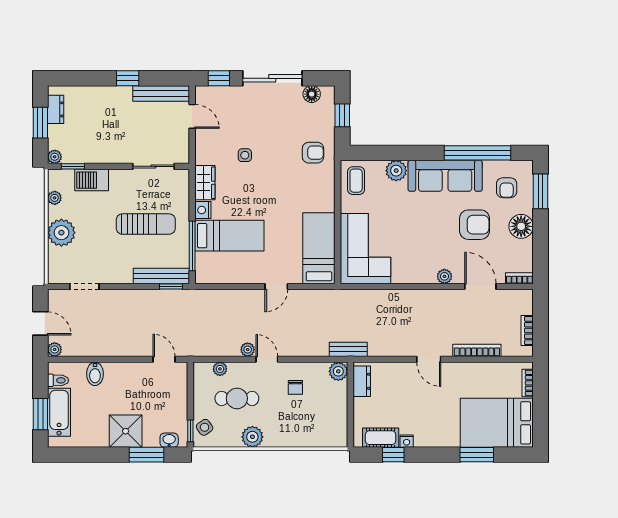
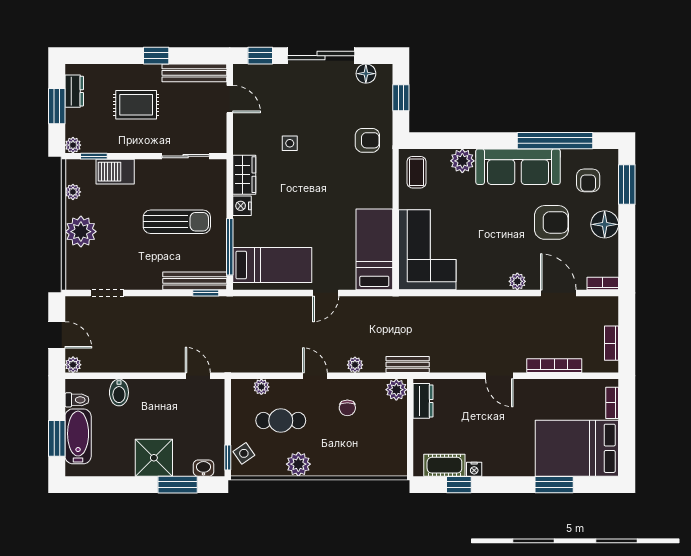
rug: (110, 121) -> (136, 105), added
bed: (229, 236) -> (272, 265), moved
plant: (248, 350) -> (355, 365), moved

